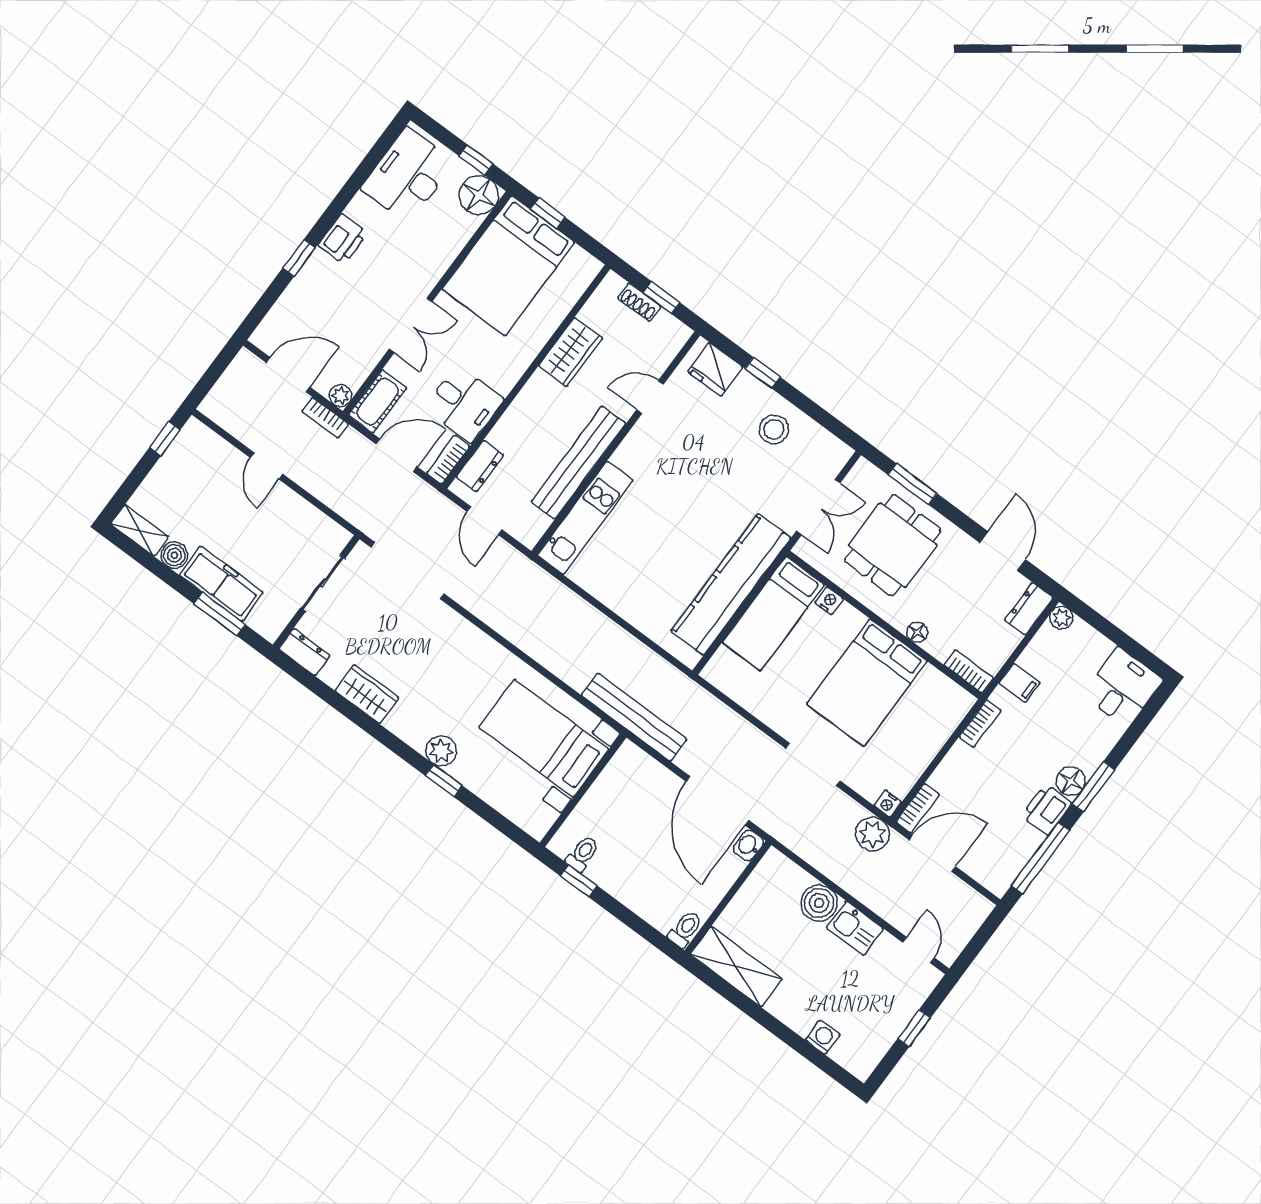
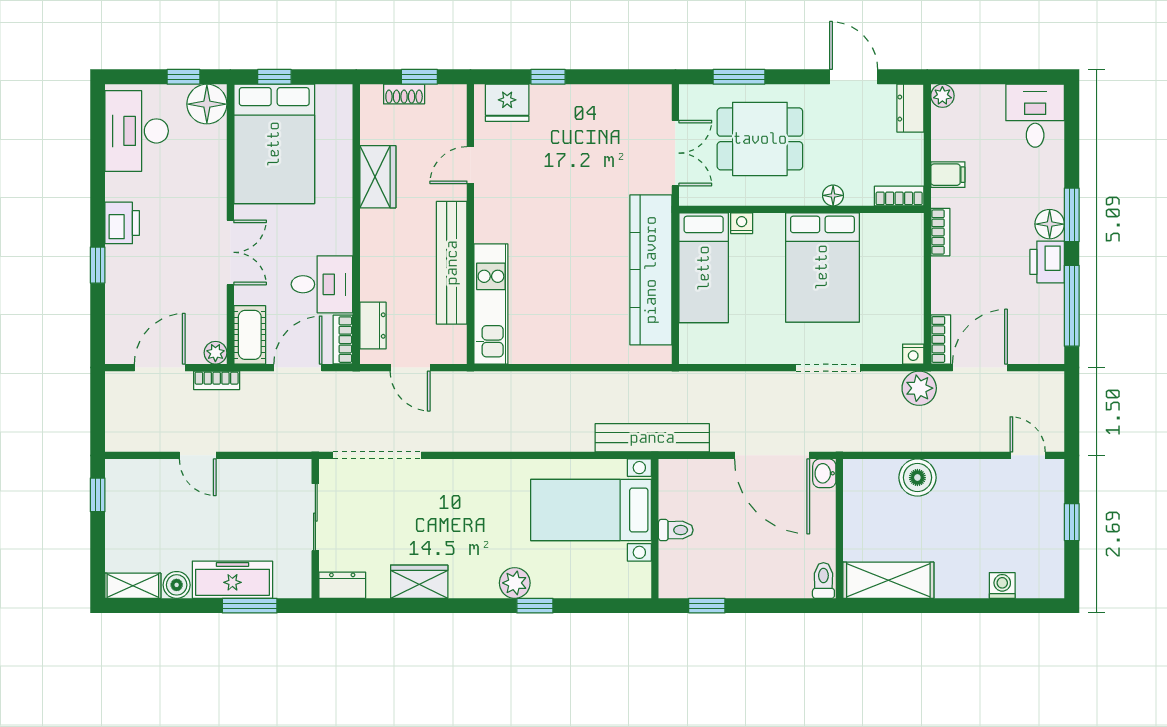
stool: (774, 429) -> (592, 116), removed
dining table: (893, 545) -> (760, 139), turned 90
toilet: (583, 854) -> (676, 530), moved, turned 90
kitchen sink: (855, 928) -> (962, 476), removed

